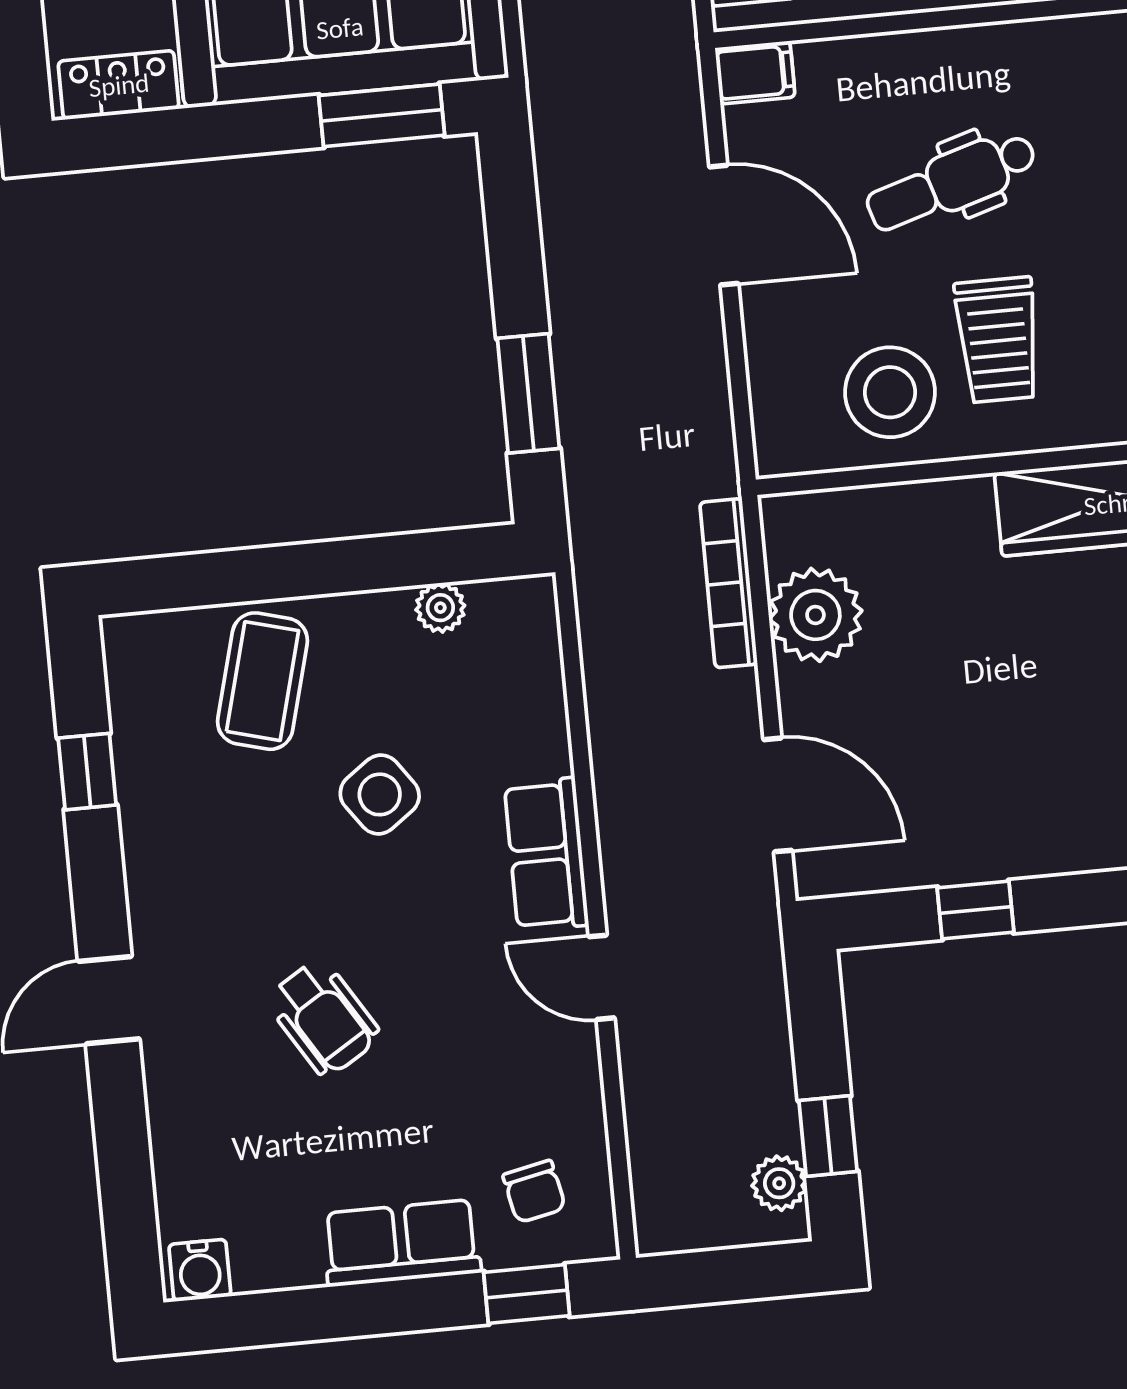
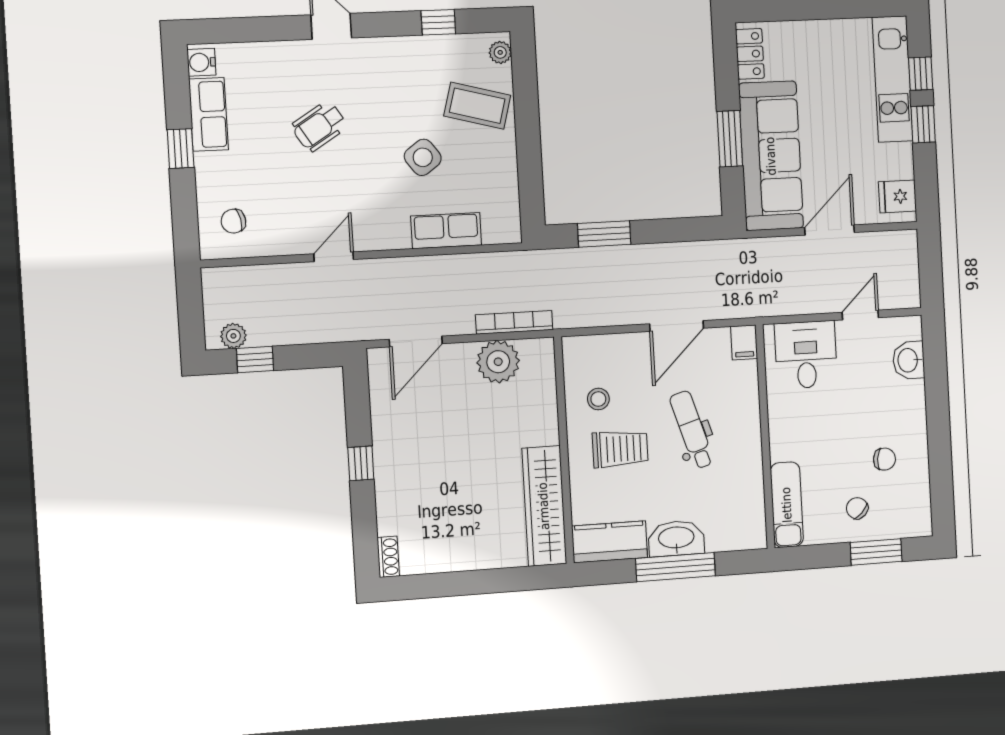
window: (382, 115) -> (730, 139), moved
trolley: (998, 340) -> (620, 449), turned 180
stool: (890, 392) -> (598, 399), width x0.53, depth x0.53
plant: (440, 608) -> (500, 52), moved
row of seats: (547, 854) -> (446, 231), moved
window: (976, 910) -> (361, 463), moved
row of seats: (401, 1243) -> (209, 114), moved
window: (527, 1294) -> (181, 148), moved

